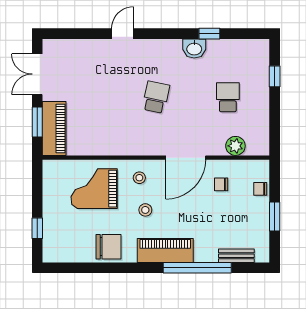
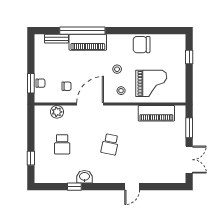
piano: (54, 128) -> (156, 113), moved, turned -90
window: (275, 216) -> (31, 83), moved
piano: (165, 250) -> (88, 42), moved

